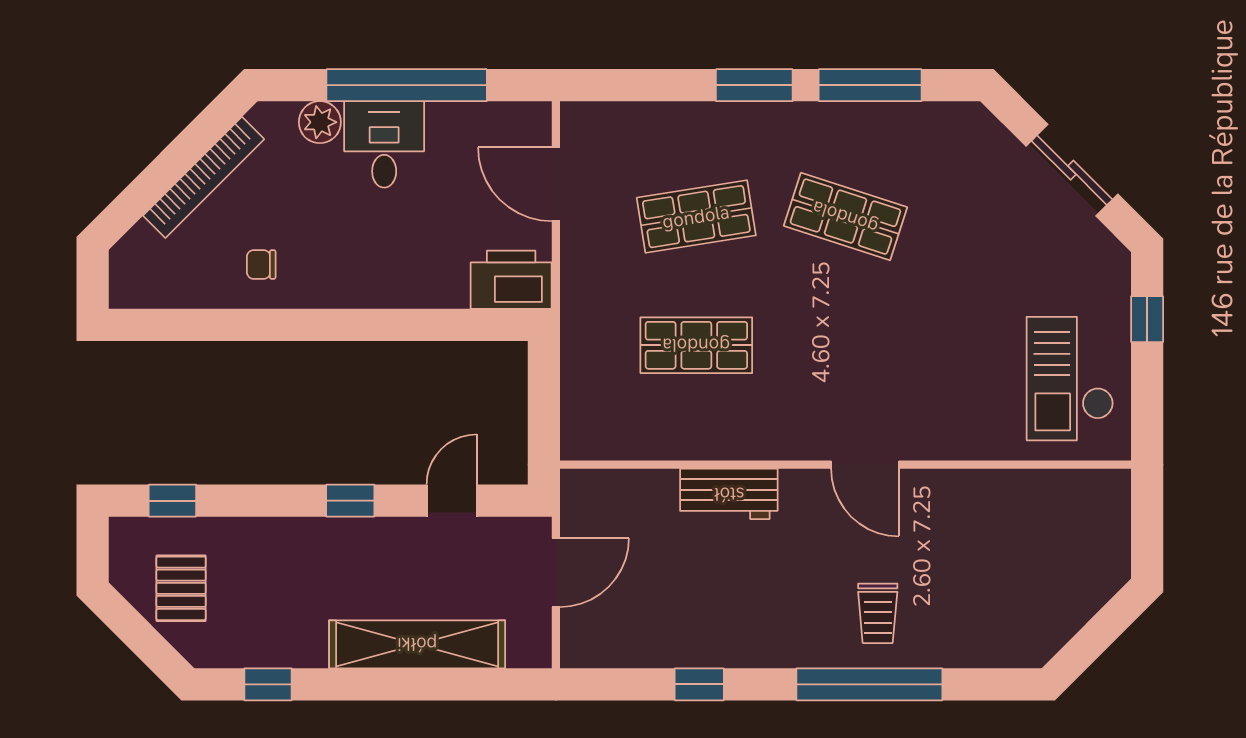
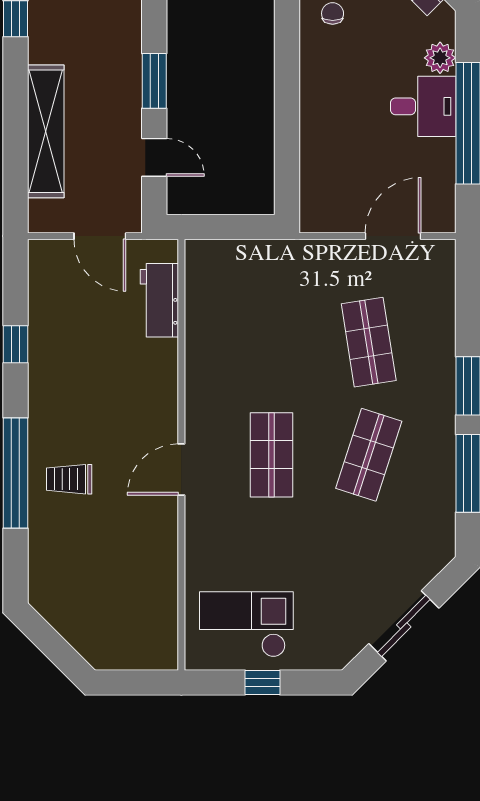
printer: (511, 280) -> (321, 202), removed
window: (1147, 319) -> (262, 683), moved
shop shelf: (696, 345) -> (272, 455), moved
workbench: (729, 494) -> (159, 300), moved
window: (350, 501) -> (154, 81), width x1.50

